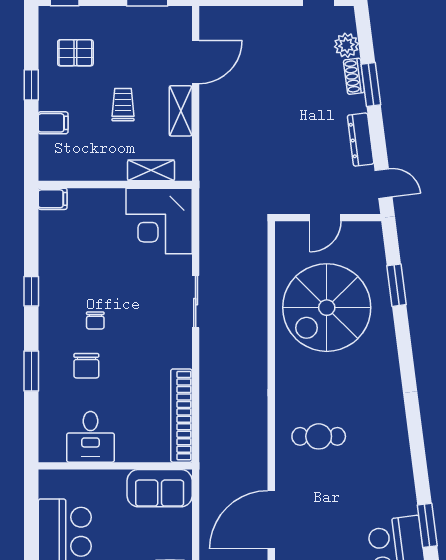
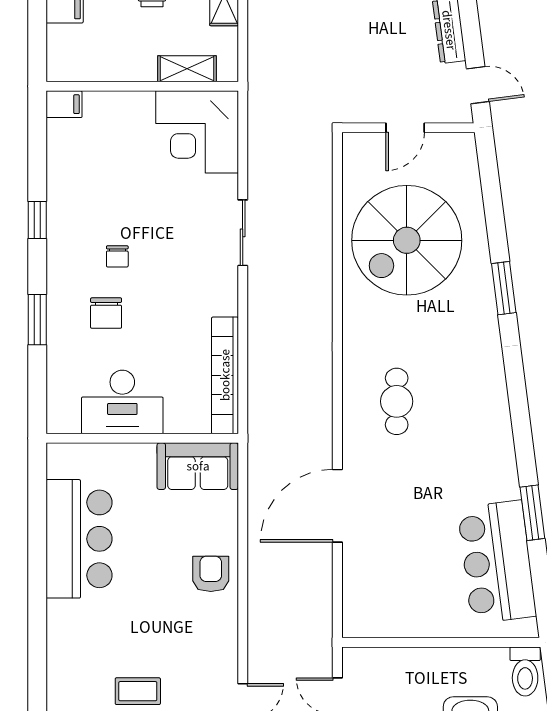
window: (397, 285) -> (504, 288), moved
cafe table: (319, 436) -> (397, 401), turned 90
desk: (90, 437) -> (122, 402), width x1.37

